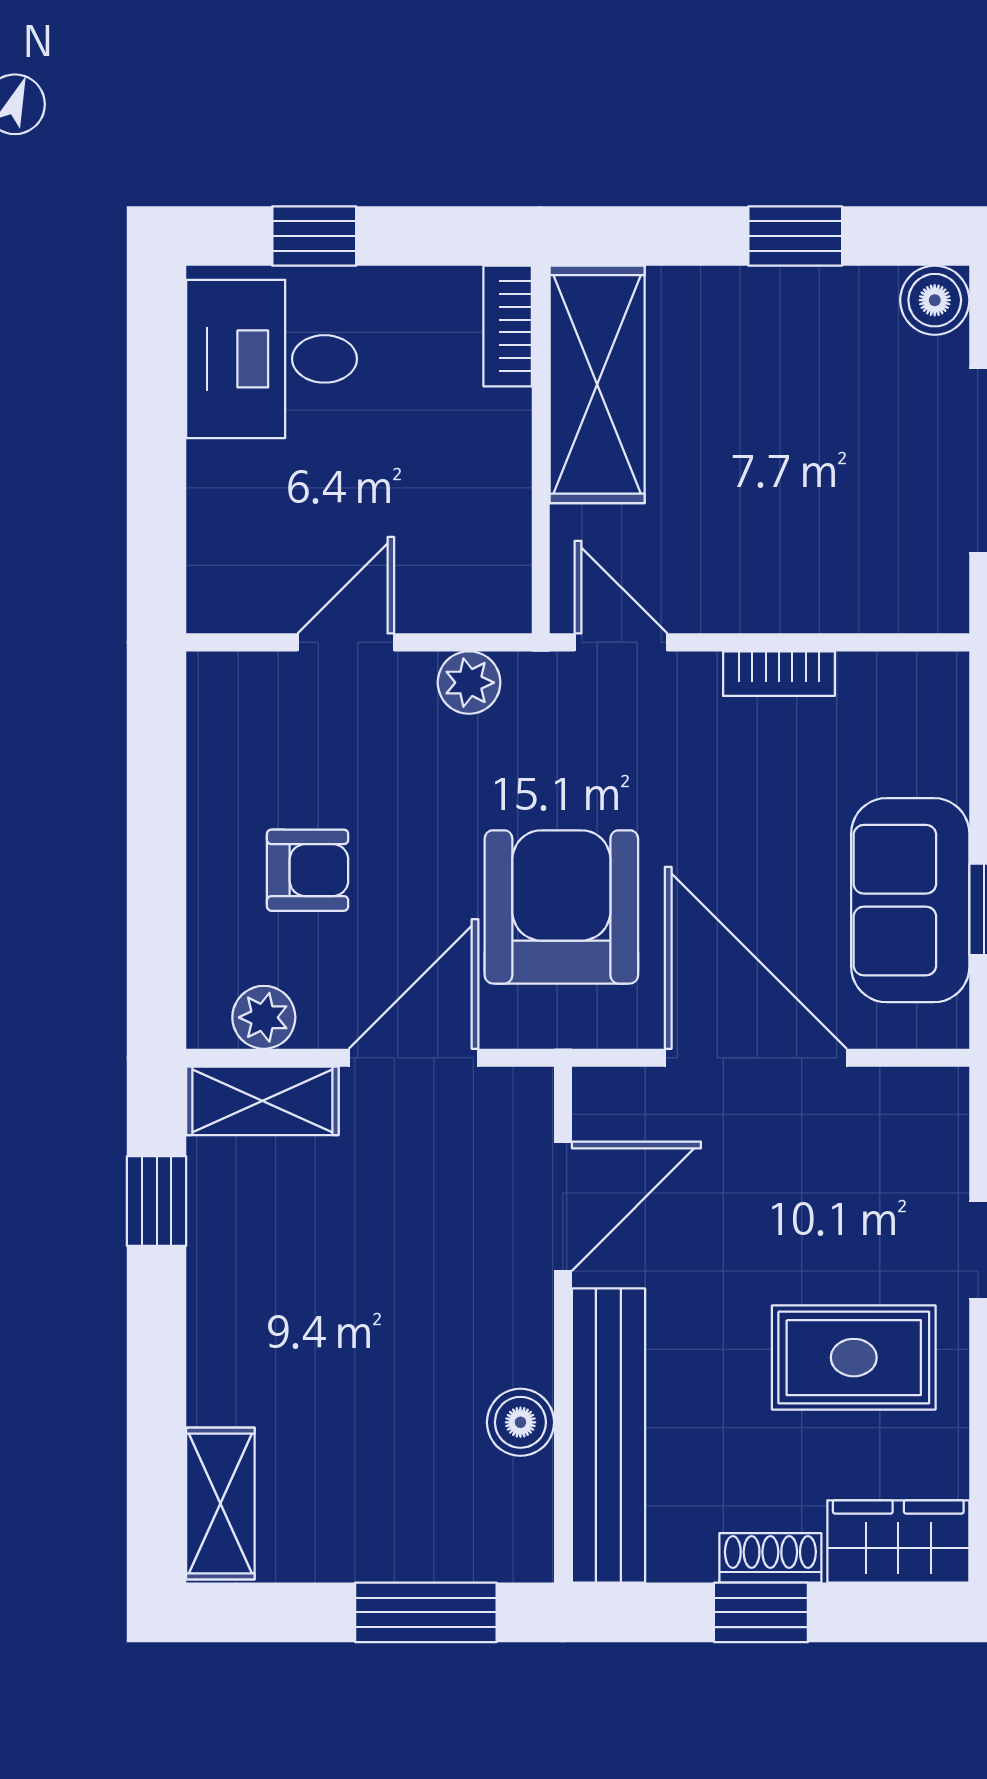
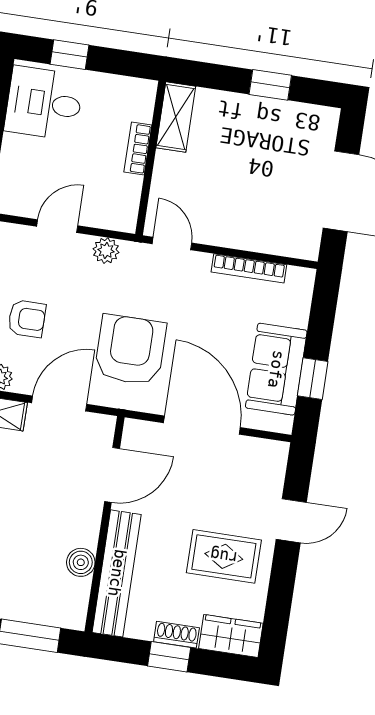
boiler: (935, 300) -> (324, 120), removed
bookcase: (508, 326) -> (138, 149), moved
shelving: (597, 384) -> (176, 117), width x0.67, depth x0.75
bookcase: (779, 674) -> (249, 268), width x1.56

